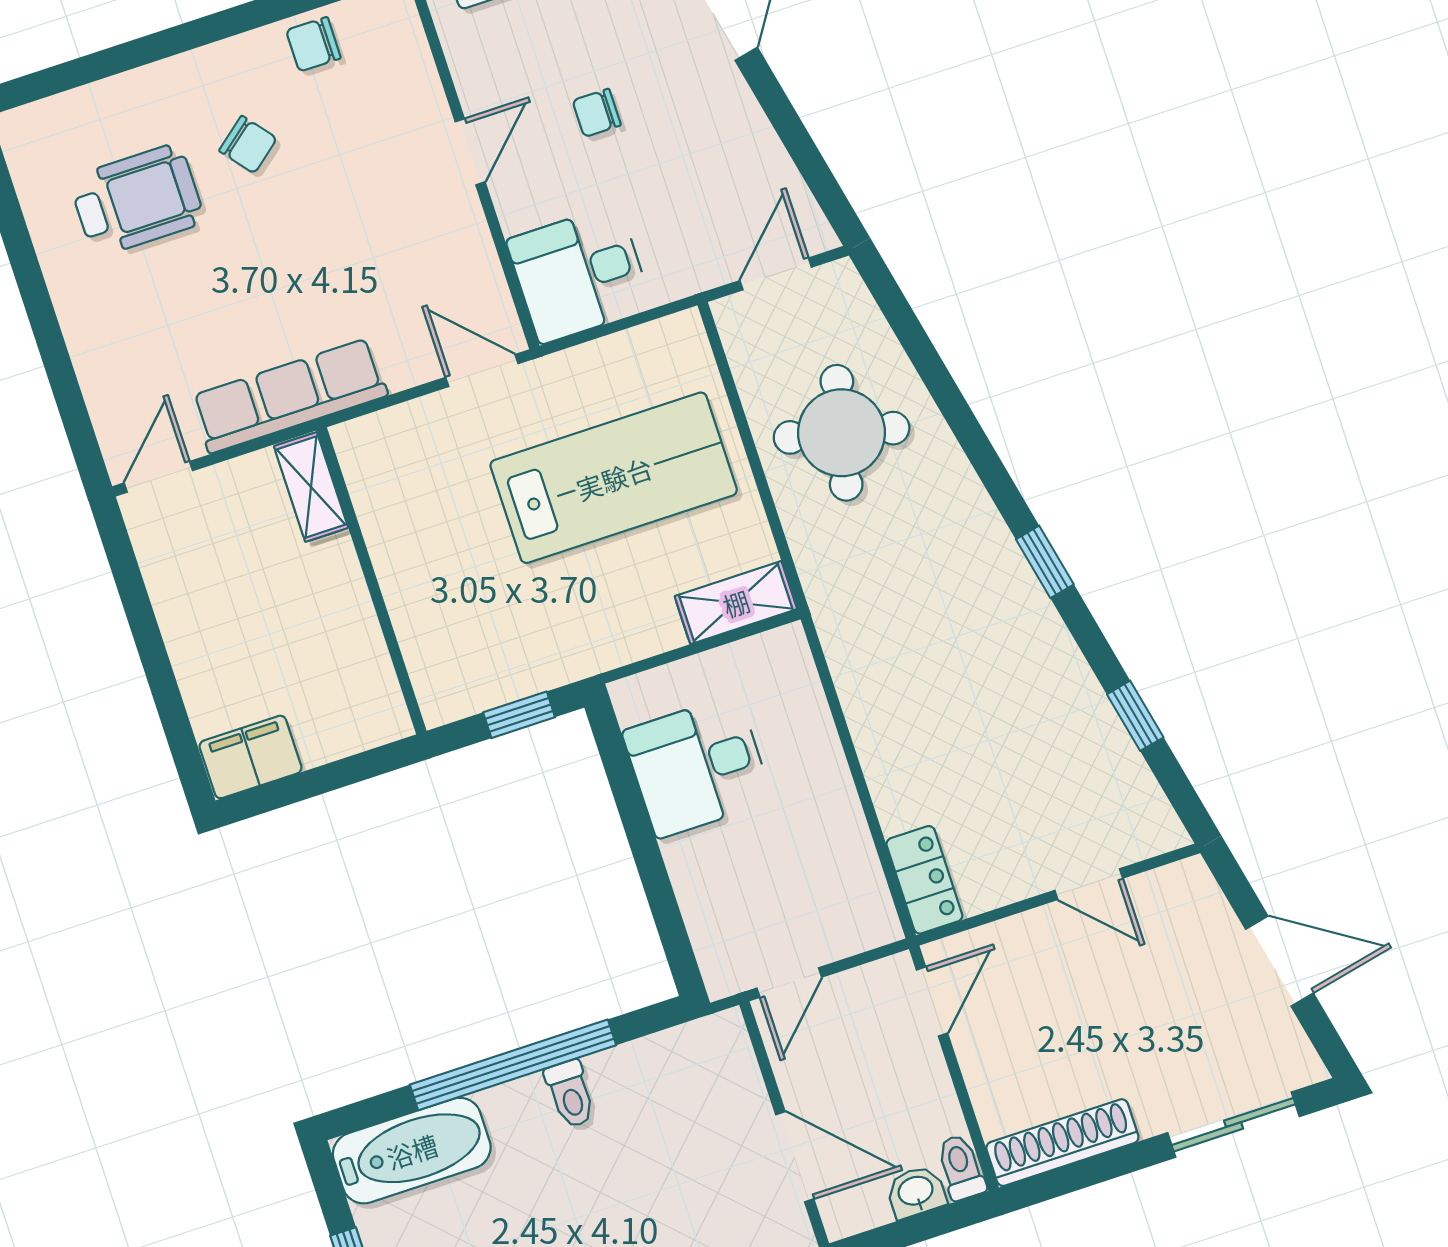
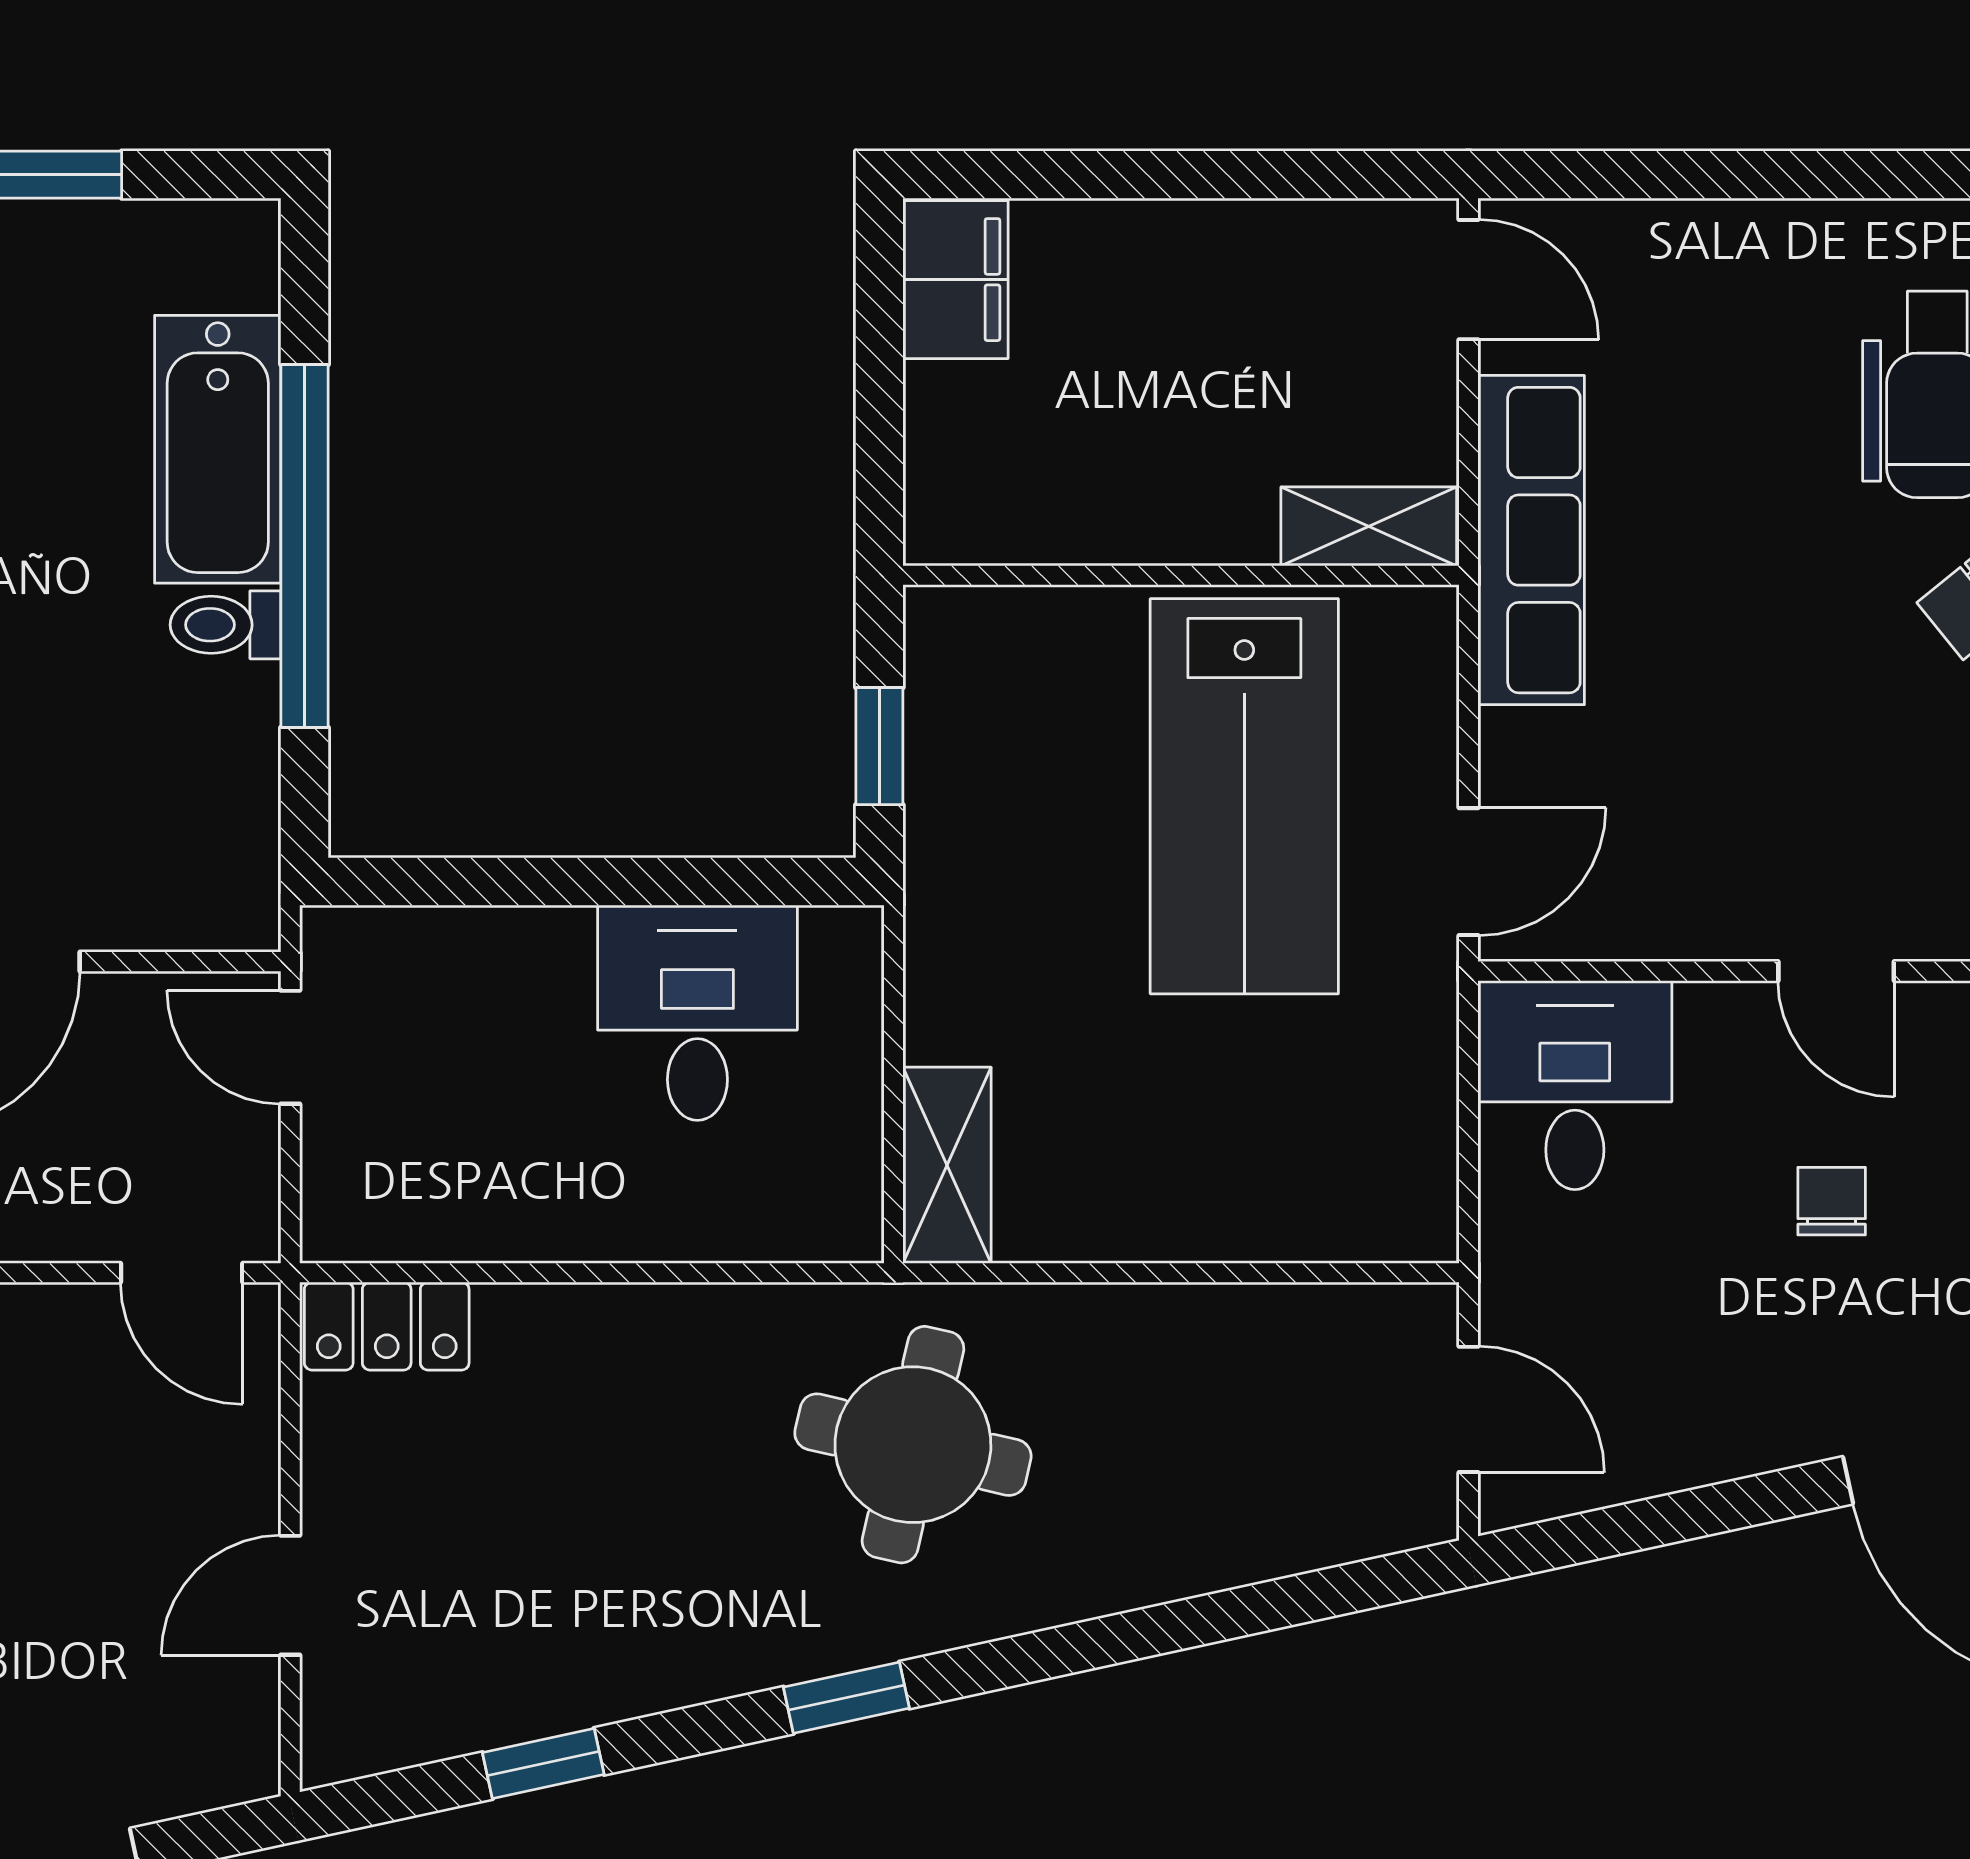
round table: (842, 433) -> (913, 1445), moved
lab bench: (614, 478) -> (1244, 796), moved
bathtub: (412, 1151) -> (218, 449), moved

